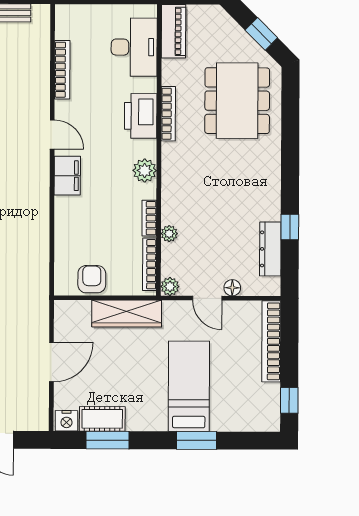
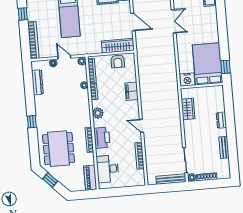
filing cabinet: (67, 176) -> (132, 91), moved
window: (290, 227) -> (32, 122), moved
wardrobe: (127, 314) -> (118, 46), moved
door: (51, 362) -> (133, 22), swing flipped

